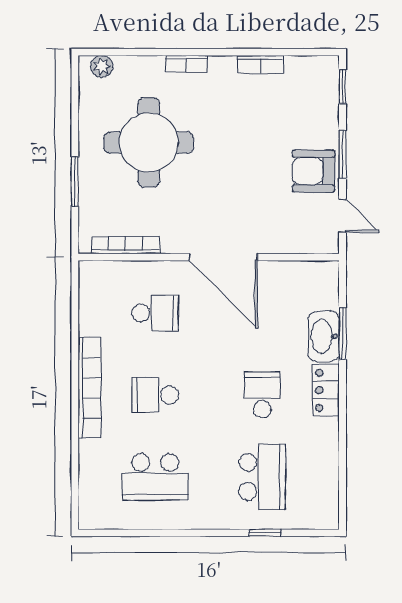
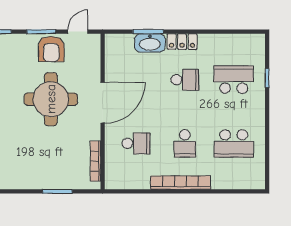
round table: (149, 143) -> (51, 99), moved
school desk: (155, 313) -> (136, 143), turned 90
school desk: (262, 395) -> (185, 80), turned 180
school desk: (155, 477) -> (234, 143), turned 90

